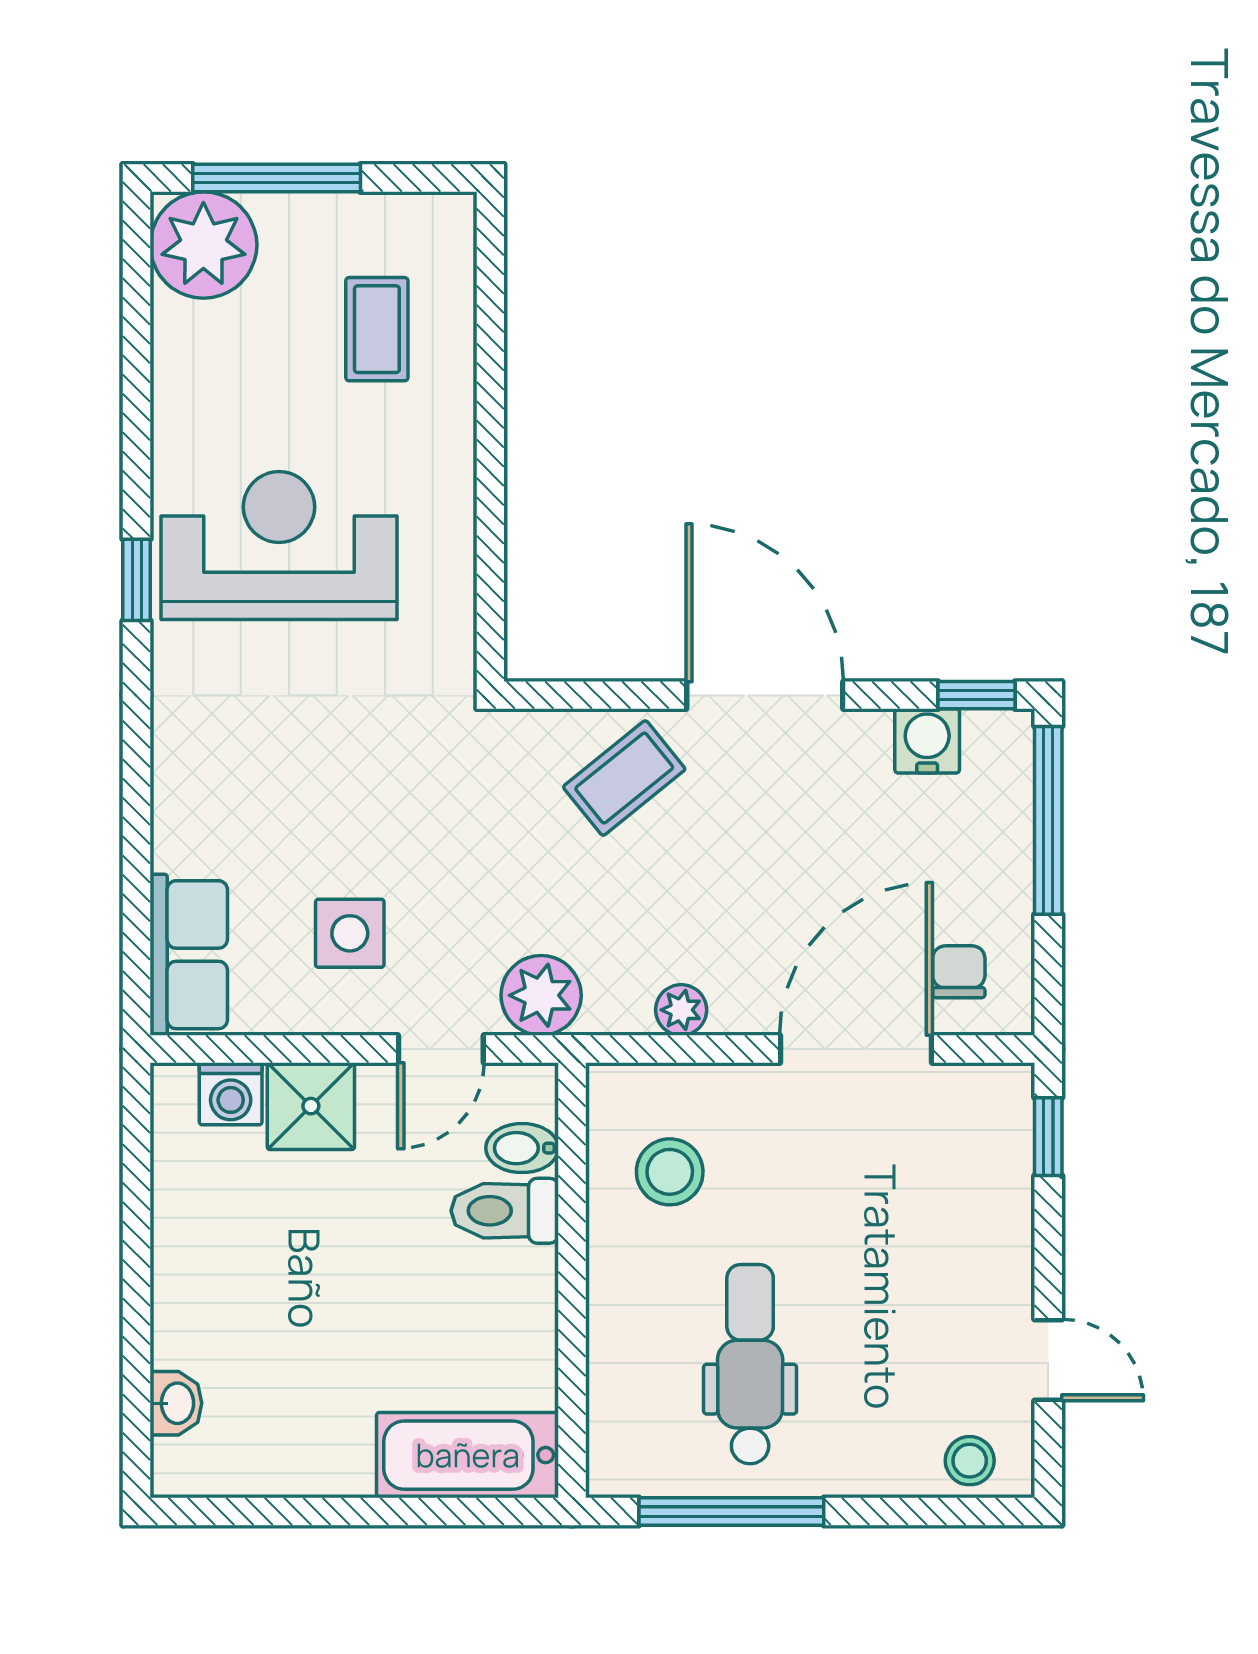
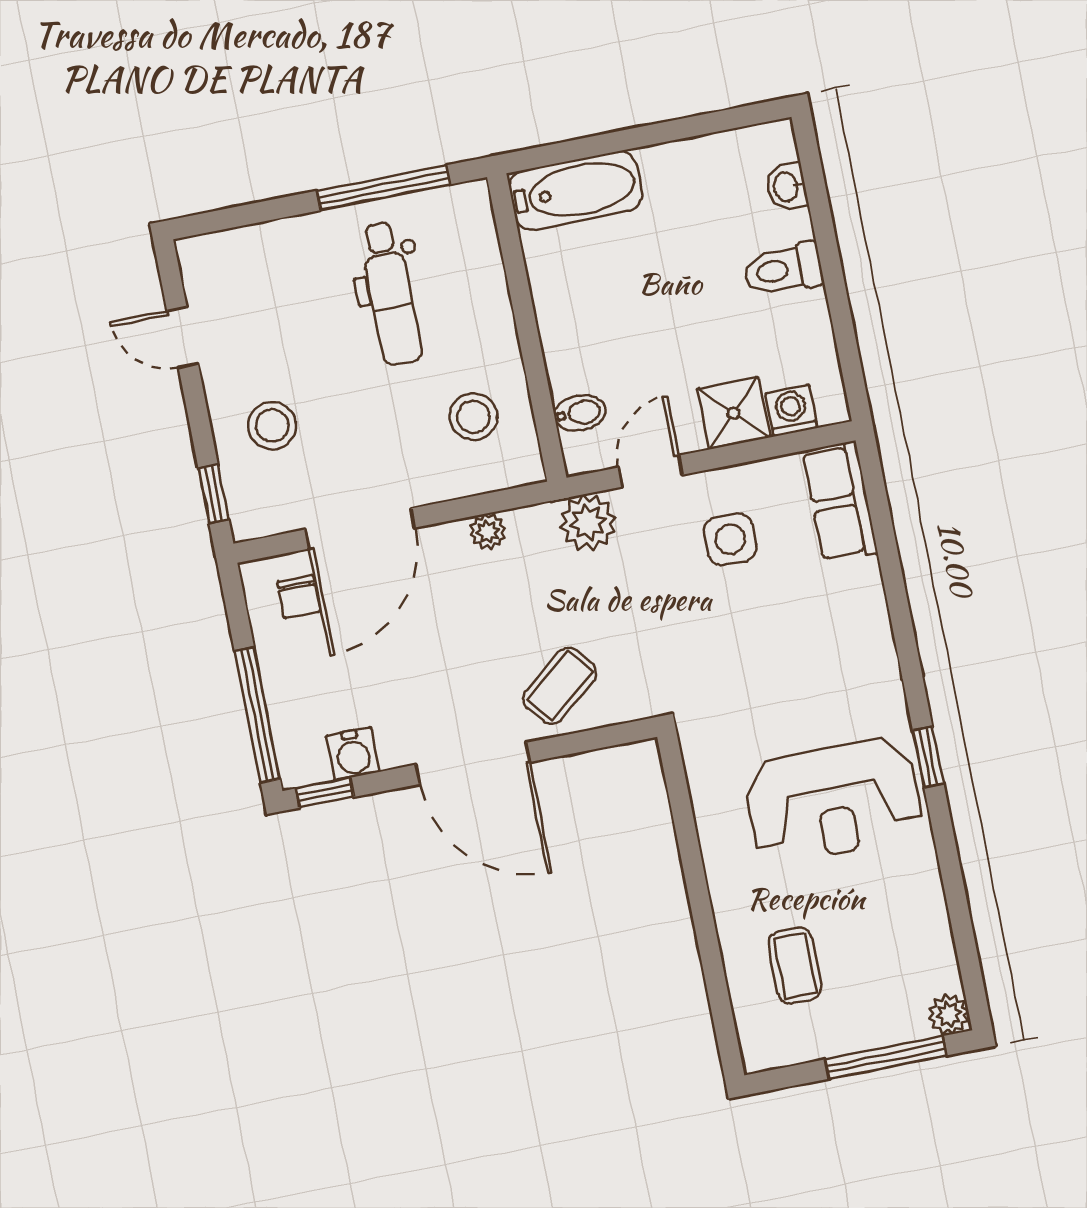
plant: (203, 245) -> (949, 1014), width x0.53, depth x0.53
toilet: (505, 1211) -> (783, 269), moved, turned 180
stool: (970, 1461) -> (272, 426), moved, width x1.37, depth x1.37

